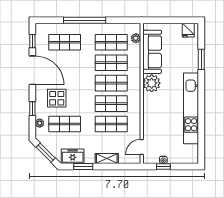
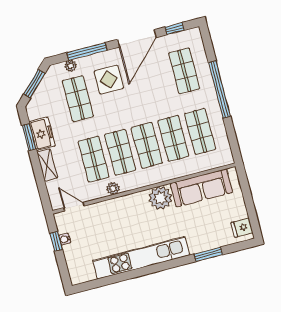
plant: (136, 38) -> (113, 188), moved
window: (32, 109) -> (87, 51), width x2.17
freezer: (73, 156) -> (42, 134), moved

